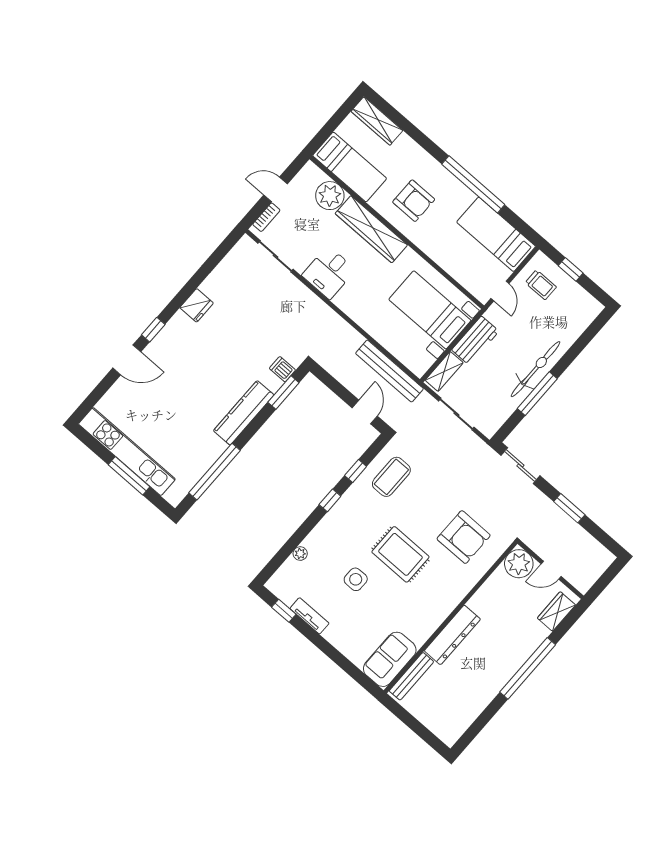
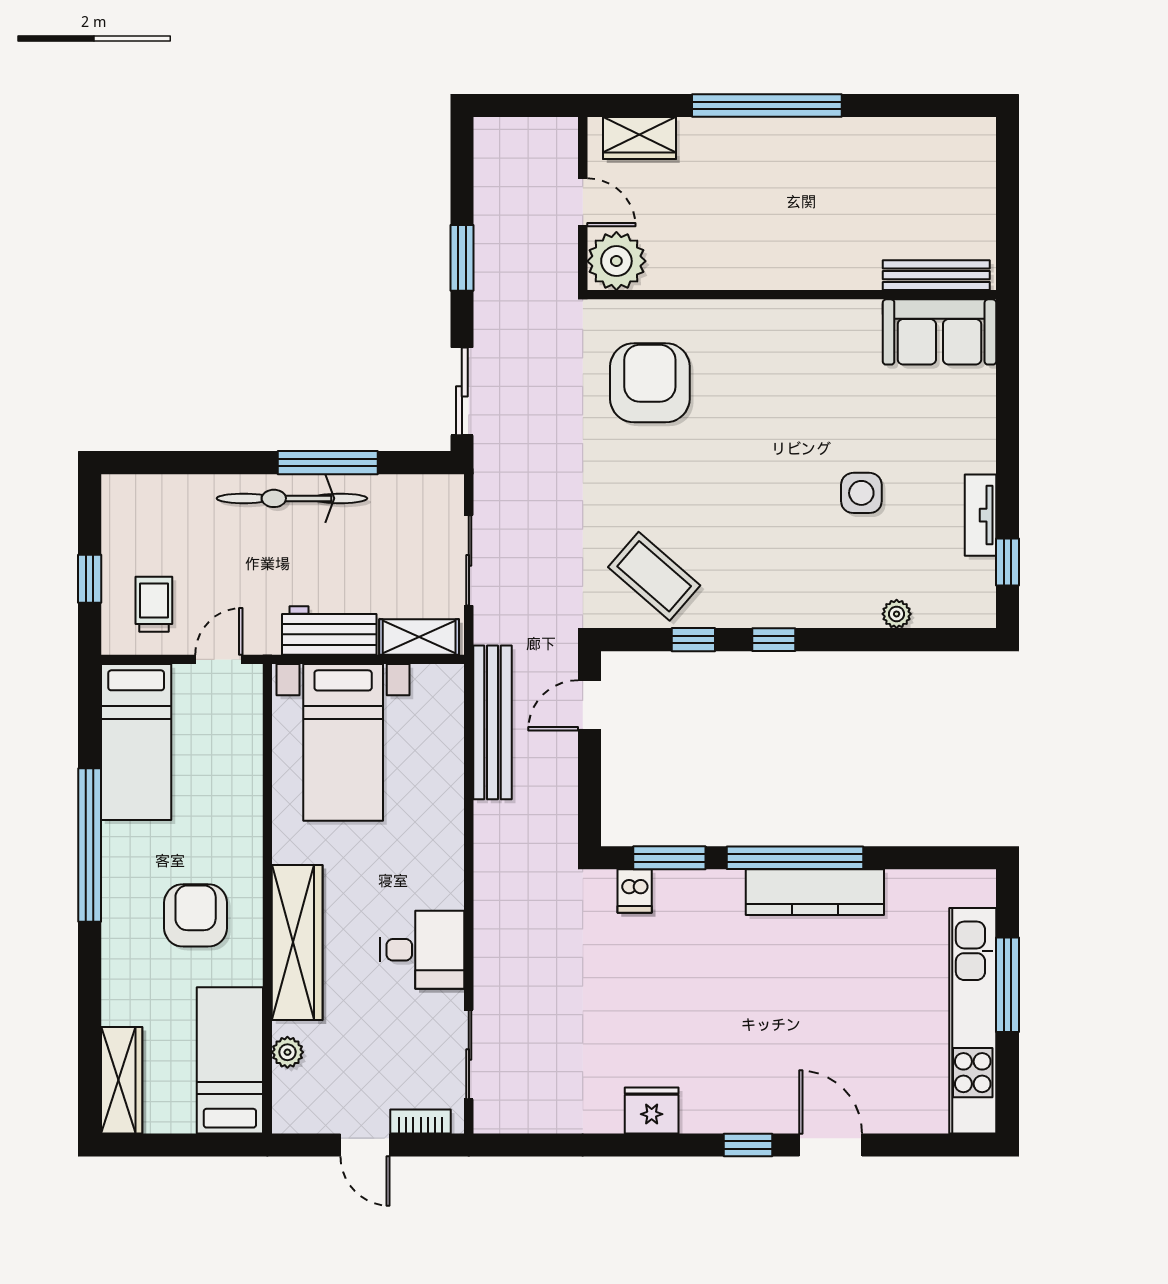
plant: (330, 196) -> (287, 1052), width x0.53, depth x0.53
kitchen counter: (244, 413) -> (815, 892), moved
window: (214, 472) -> (795, 858), moved
coffee table: (391, 477) -> (654, 576), turned 41
rug: (400, 554) -> (762, 457), removed
dresser: (452, 635) -> (817, 268), removed

